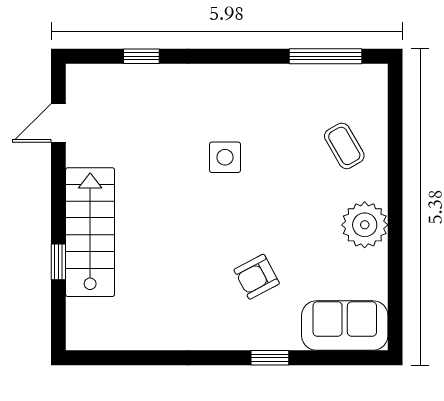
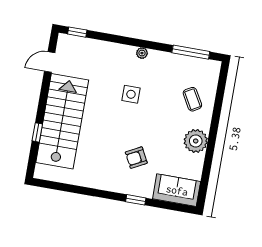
window: (141, 56) -> (77, 32), moved
plant: (232, 75) -> (142, 53), added
stairs: (90, 232) -> (62, 121), width x1.36, depth x1.51

